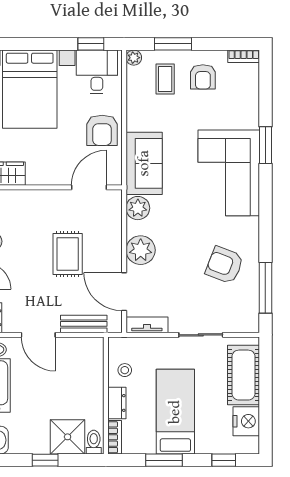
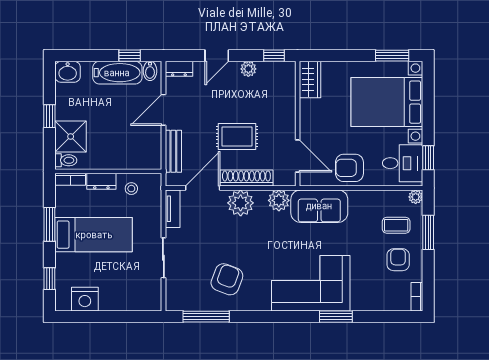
armchair: (203, 77) -> (398, 260), turned 90
shoe rack: (113, 244) -> (246, 178), added
cot: (243, 375) -> (127, 297), removed

